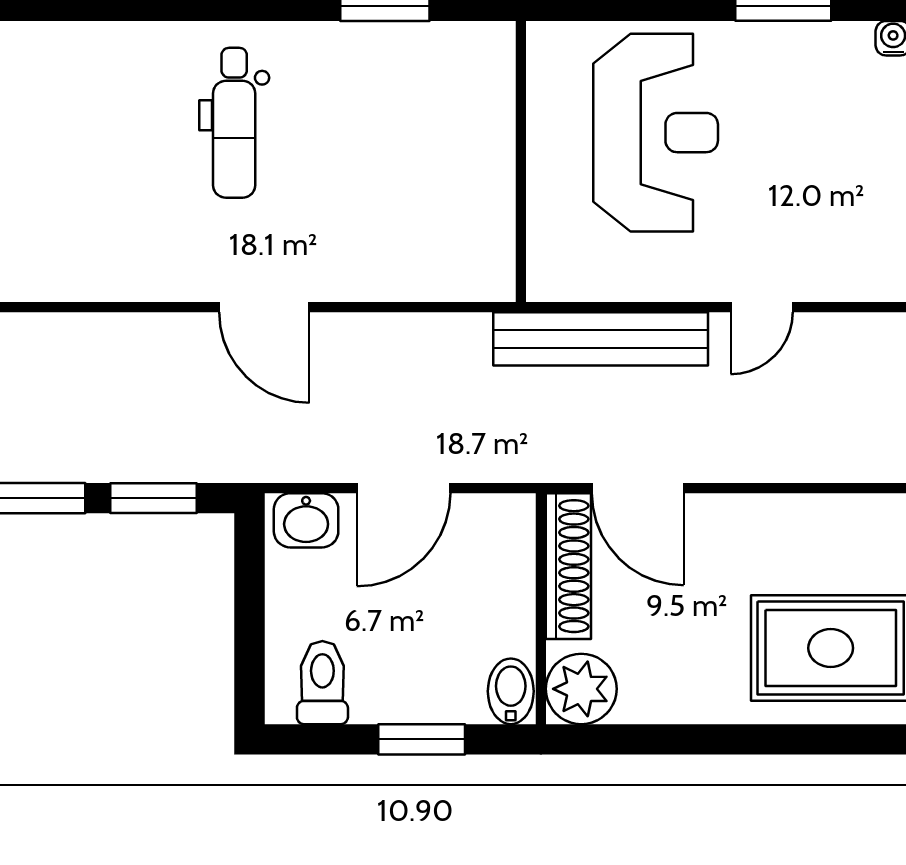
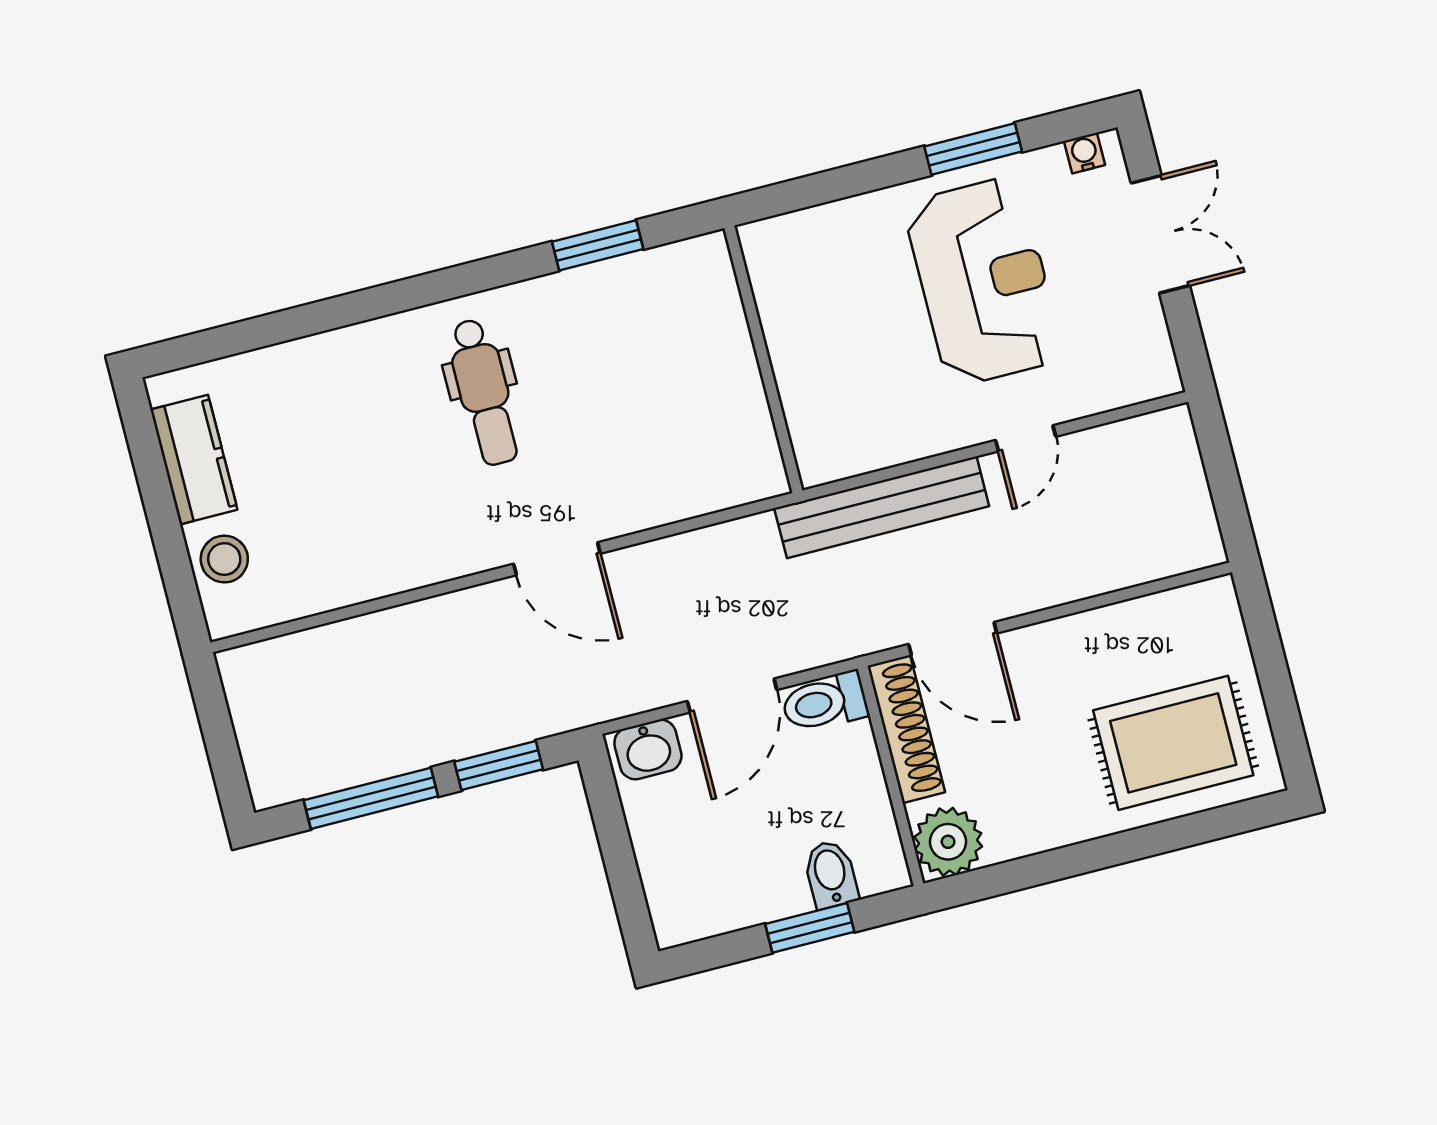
reception desk: (656, 133) -> (984, 281), moved
toilet: (322, 683) -> (825, 702), moved, turned -90
bidet: (511, 691) -> (831, 874), moved

